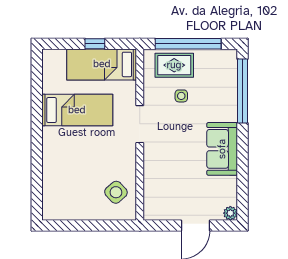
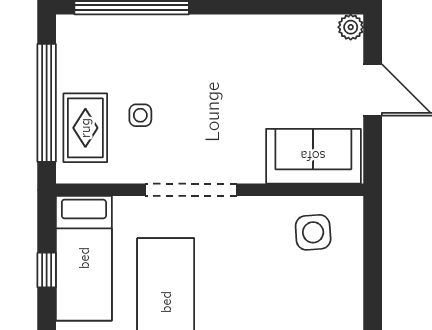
doorway: (140, 124) -> (191, 190), width x1.36
sofa: (222, 149) -> (313, 156), moved, turned 180
side table: (116, 192) -> (313, 232), turned 38

